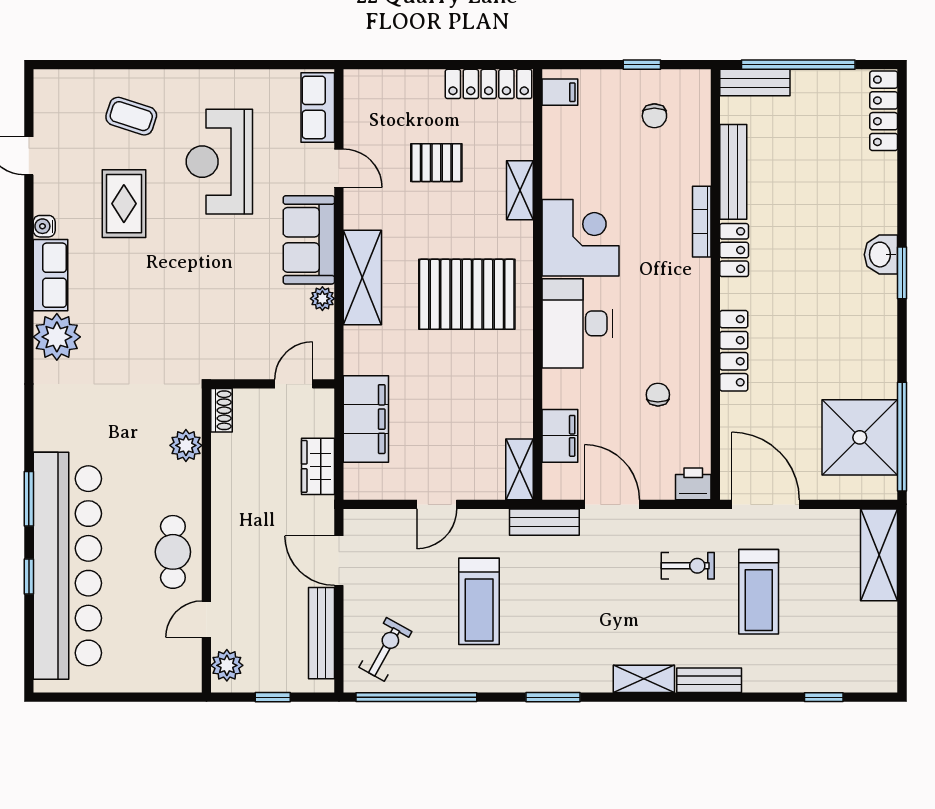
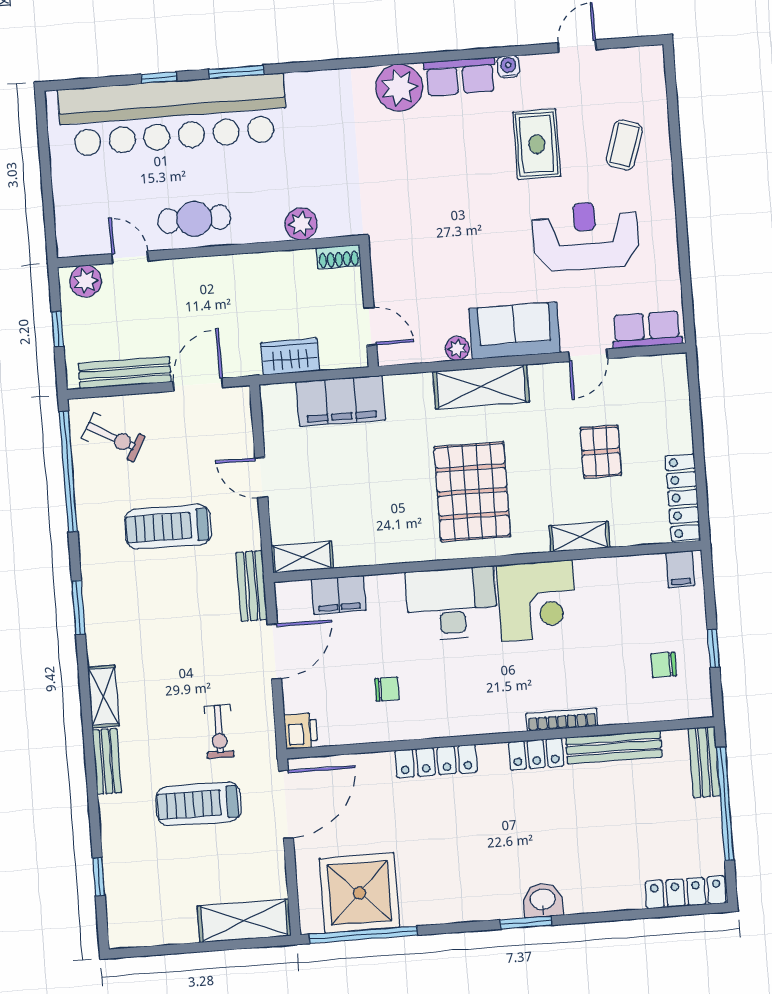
rug: (124, 204) -> (537, 144), turned 90

